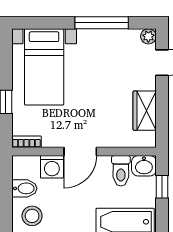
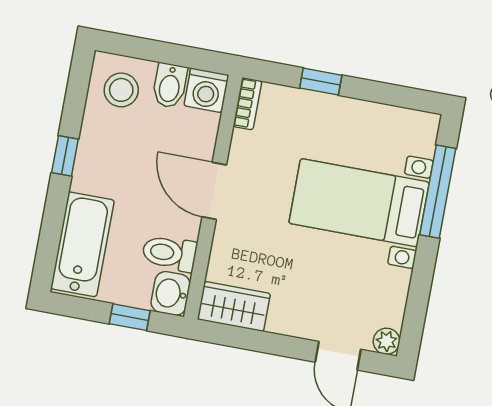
window: (102, 23) -> (438, 192), moved
bed with nightstands: (44, 67) -> (359, 203), moved
wardrobe: (145, 111) -> (234, 306), moved
washing machine: (52, 167) -> (206, 90), moved, turned -90

